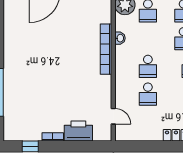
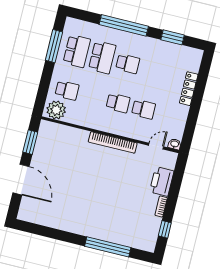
washbasin: (120, 38) -> (175, 144), moved
bookcase: (106, 49) -> (113, 142), moved

